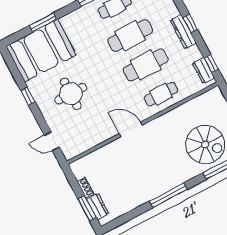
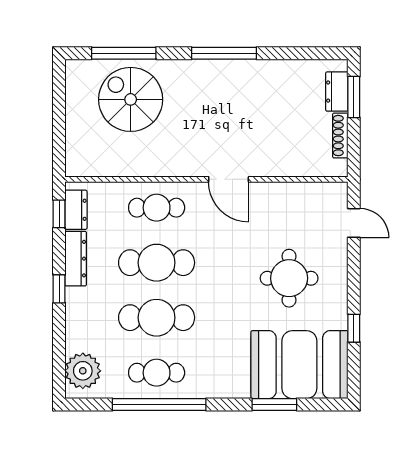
dresser: (183, 32) -> (76, 259), moved
window: (28, 96) -> (354, 328), moved
shoe rack: (85, 188) -> (340, 136), width x1.43

